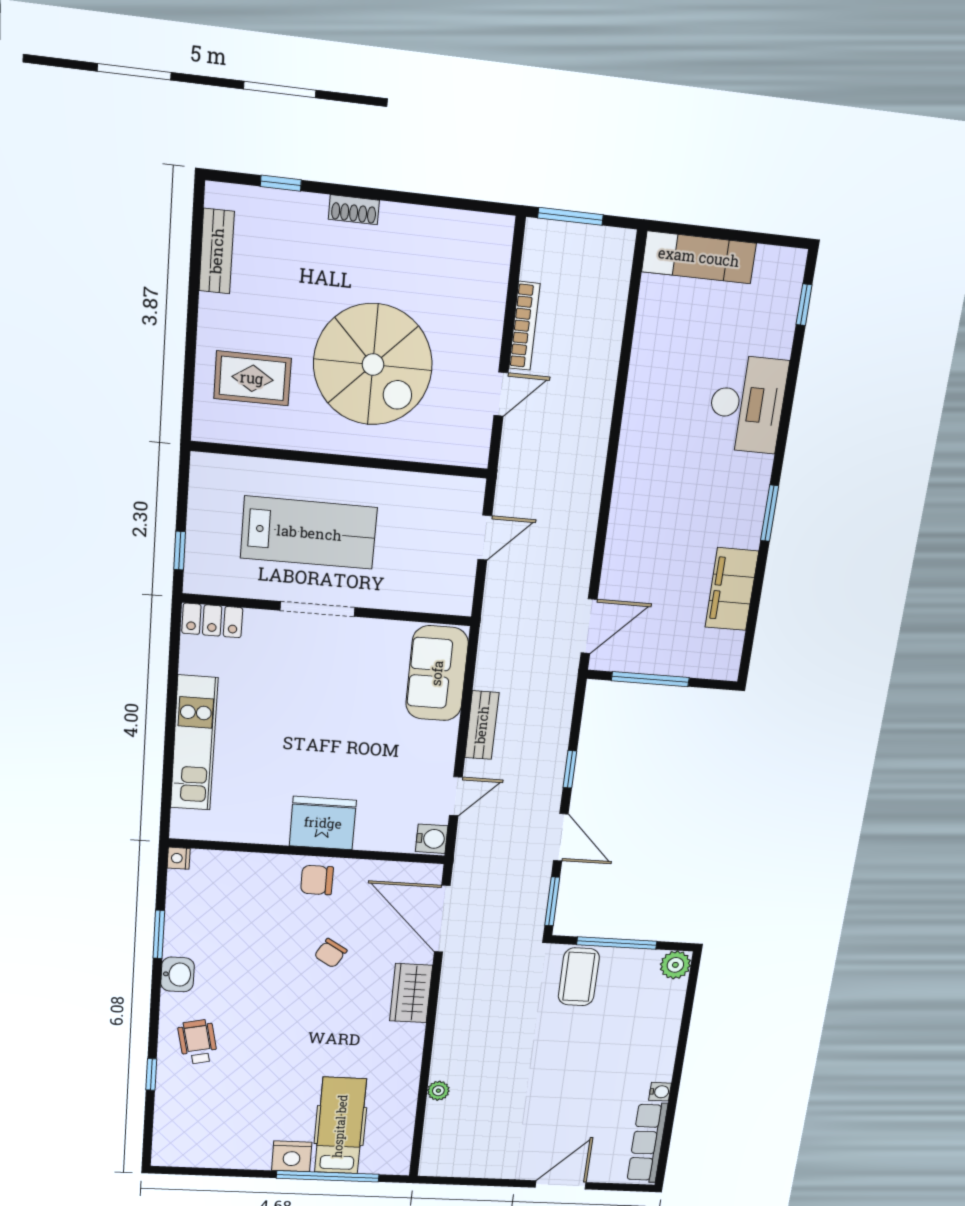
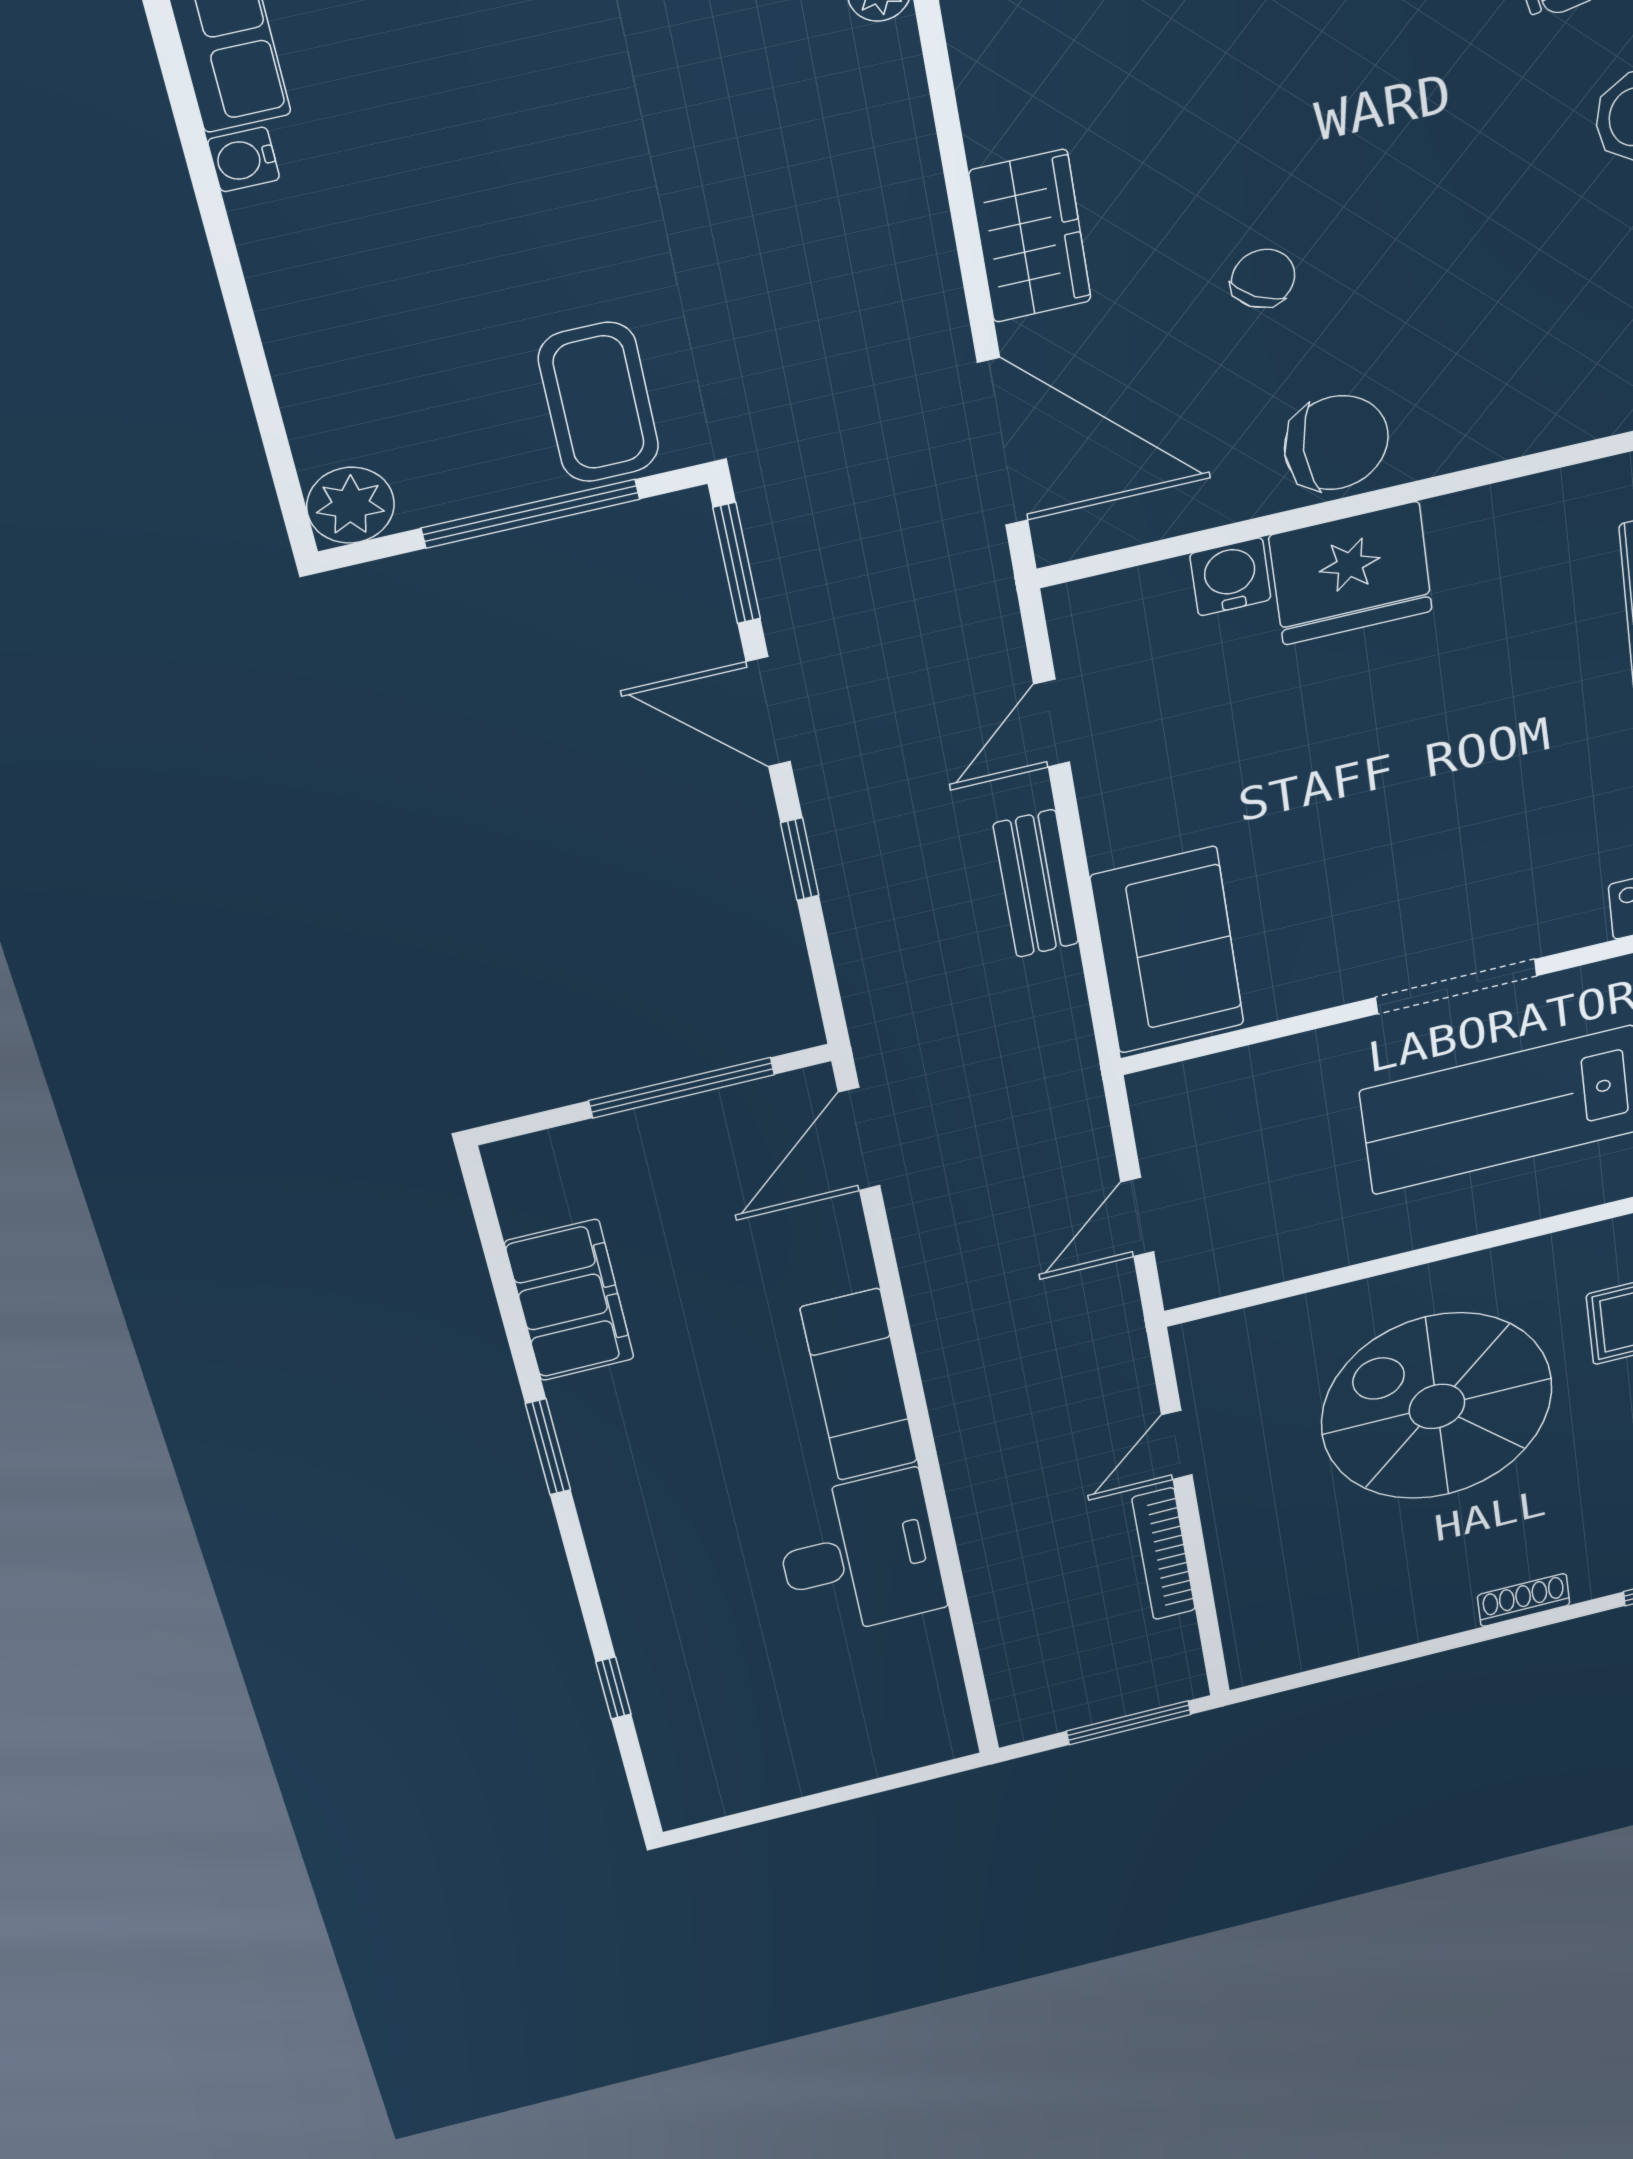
exam couch: (699, 257) -> (859, 1385), moved, turned -90
window: (804, 305) -> (613, 1688), moved
desk: (747, 404) -> (860, 1555), moved, turned 180
water cooler: (432, 839) -> (1230, 577), moved, turned 90
chair: (317, 880) -> (1336, 443), width x1.37, depth x1.37

